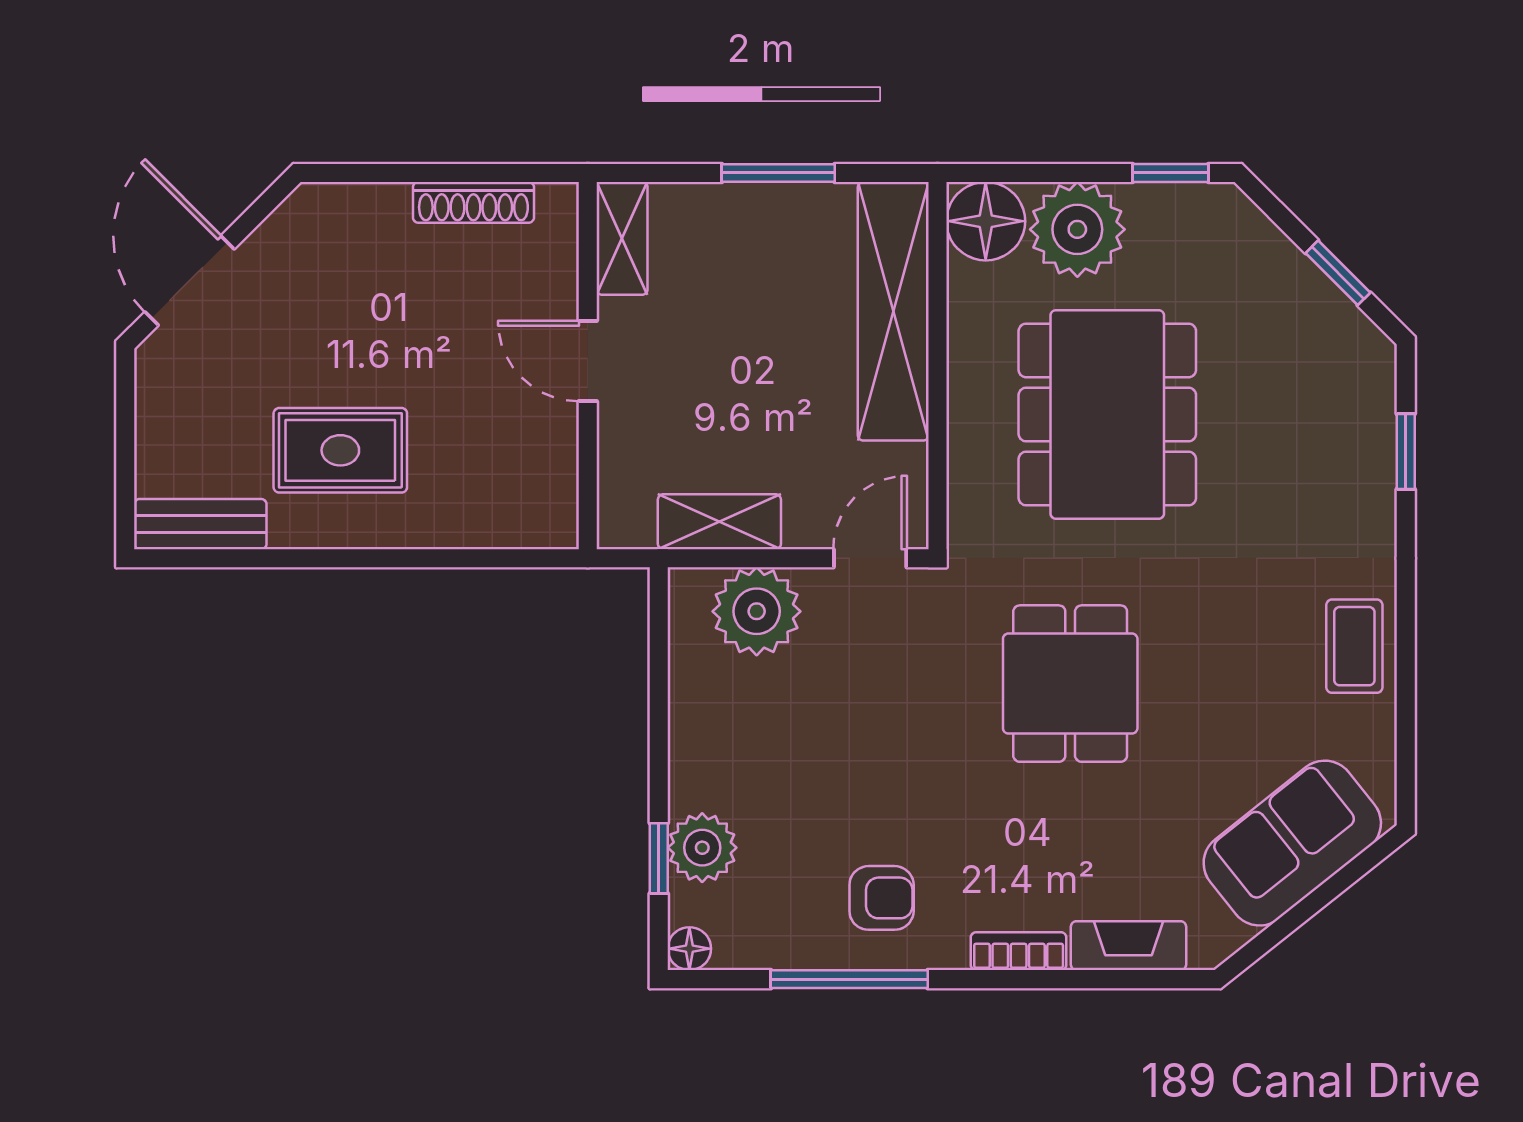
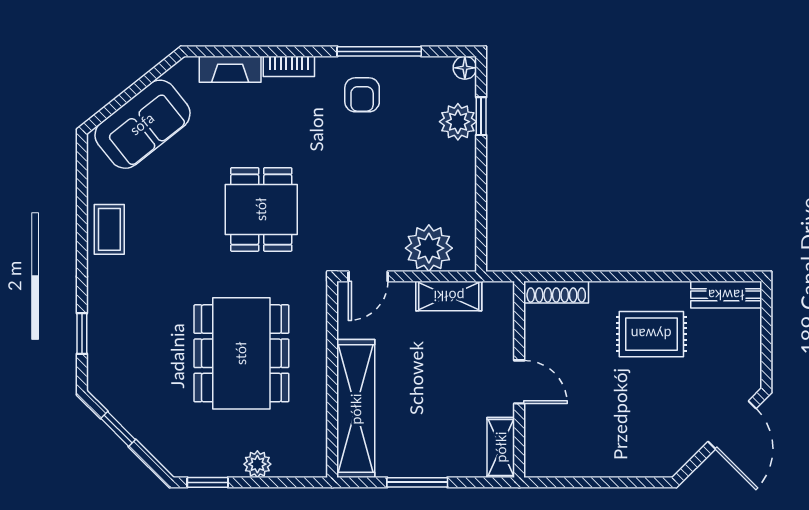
shoe rack: (473, 202) -> (556, 292), moved, turned 180
floor lamp: (986, 221) -> (306, 457), removed
plant: (1077, 229) -> (257, 464), width x0.53, depth x0.53
armchair: (882, 898) -> (362, 95), turned -90

